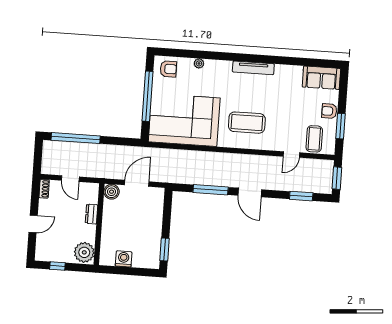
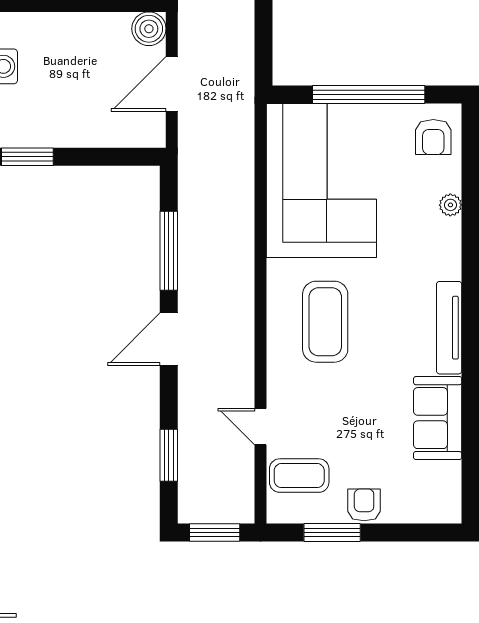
sofa: (321, 78) -> (438, 418), moved
door: (137, 183) -> (172, 84), swing flipped

